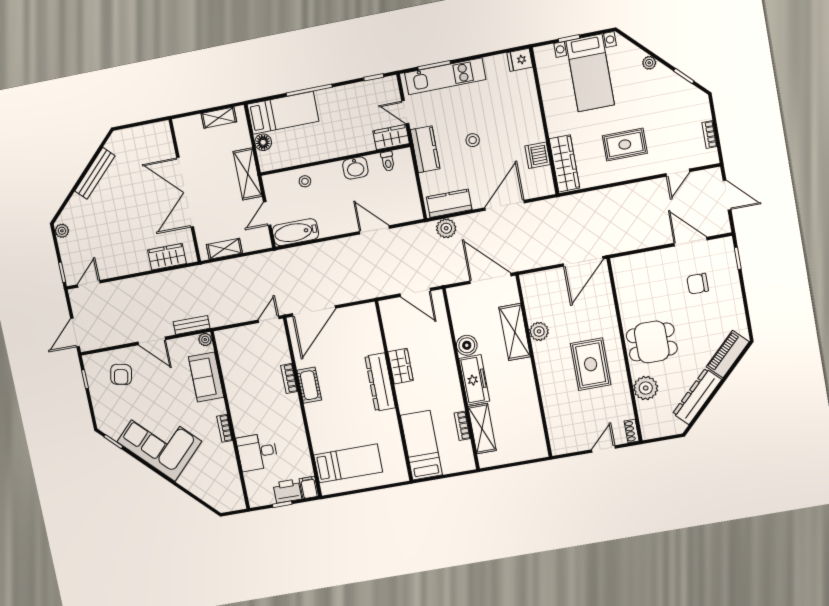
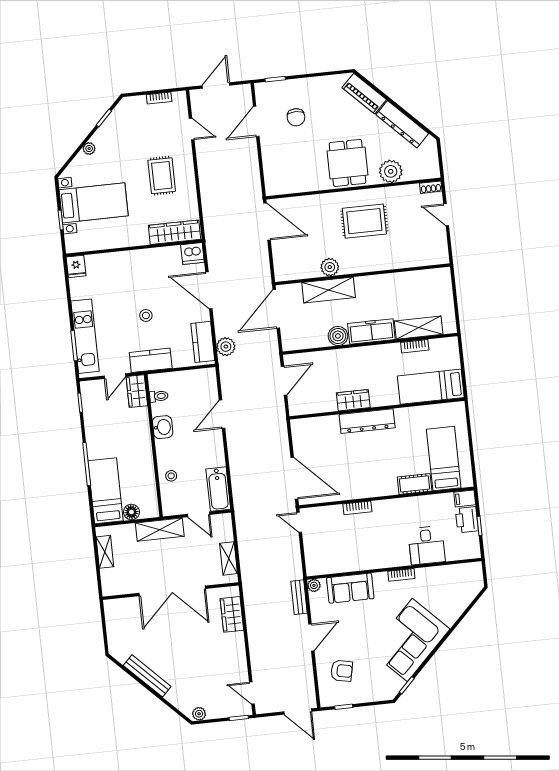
dishwasher: (538, 155) -> (192, 254), moved
cot: (309, 385) -> (415, 484), moved

